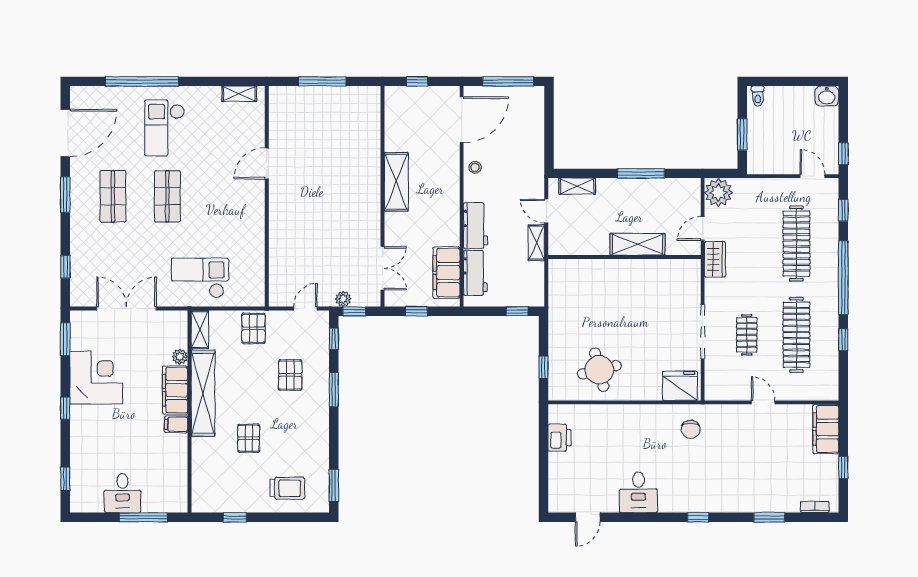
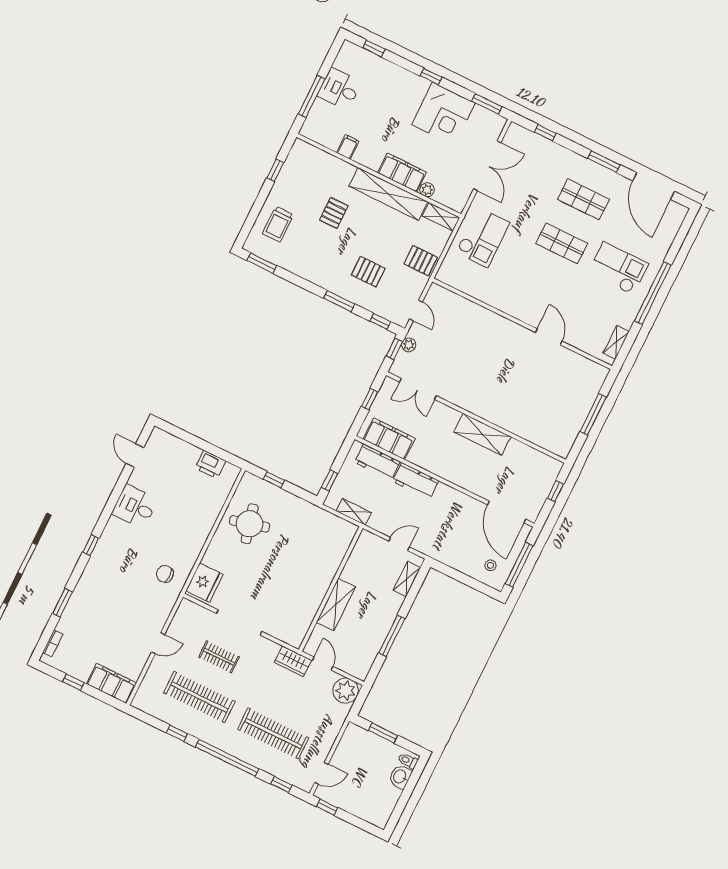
window: (142, 81) -> (653, 293), moved
washbasin: (827, 96) -> (400, 777), moved
stool: (475, 167) -> (490, 565), moved
shelving: (536, 243) -> (354, 512), moved
filing cabinet: (176, 424) -> (348, 147), moved
pallet: (249, 438) -> (334, 213), turned 90

